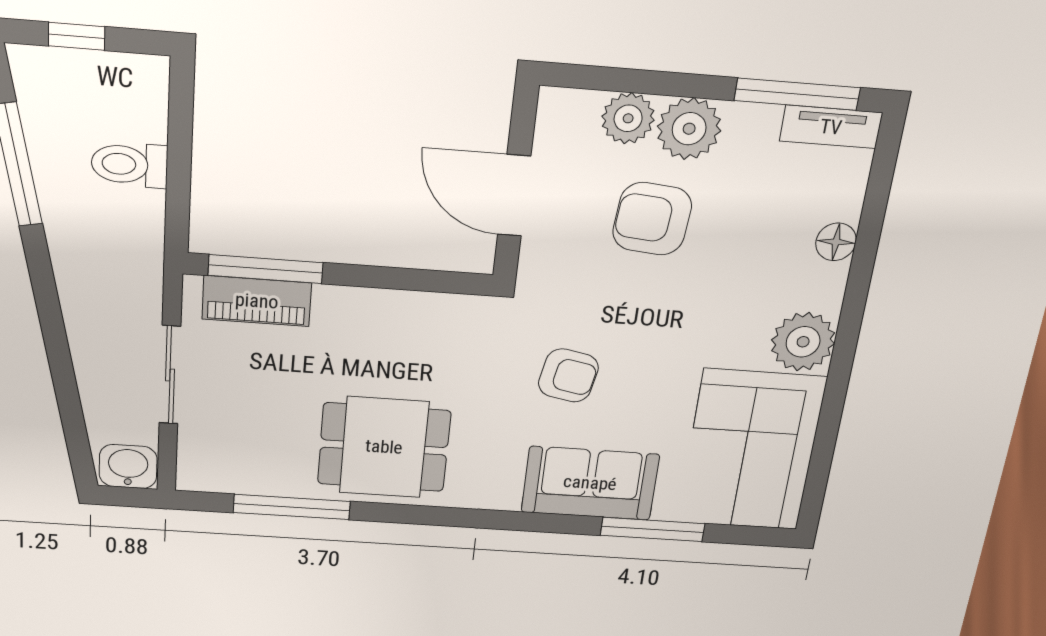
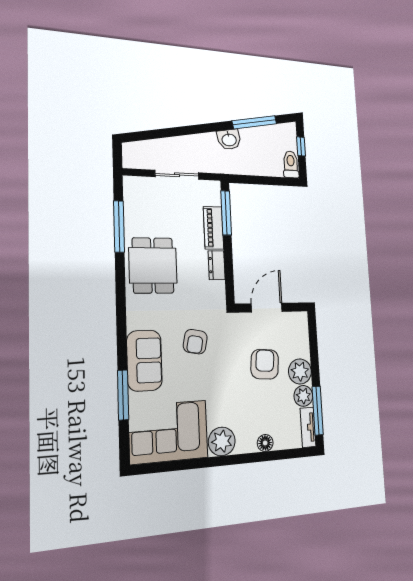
plant: (628, 118) -> (303, 396), moved
toilet: (129, 165) -> (291, 164), moved
piano: (257, 301) -> (214, 228), moved
dresser: (395, 307) -> (217, 265), added
washbasin: (128, 466) -> (229, 139), moved, turned 79

